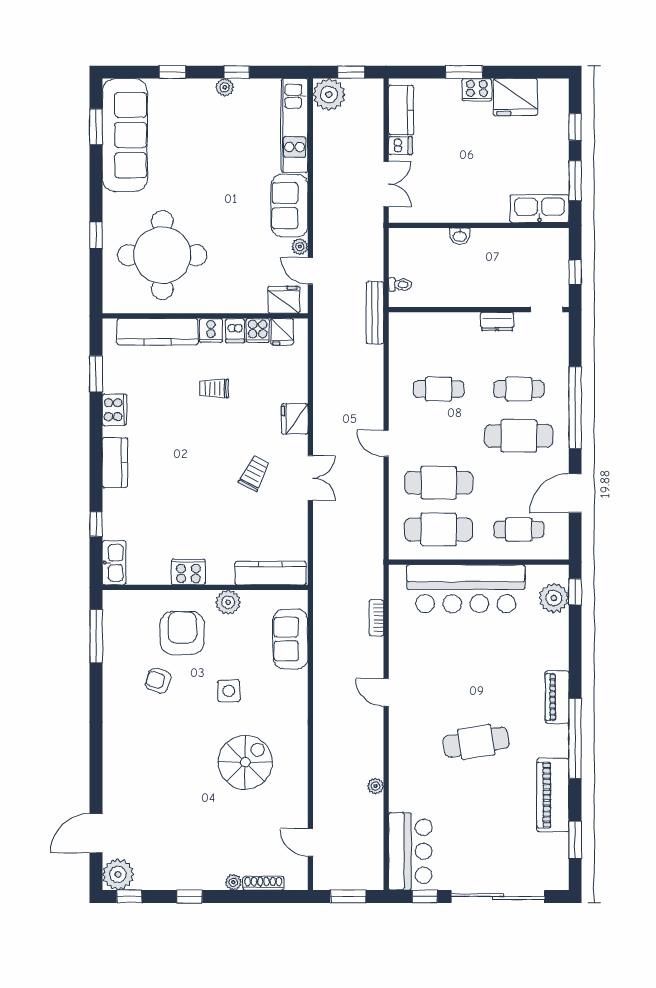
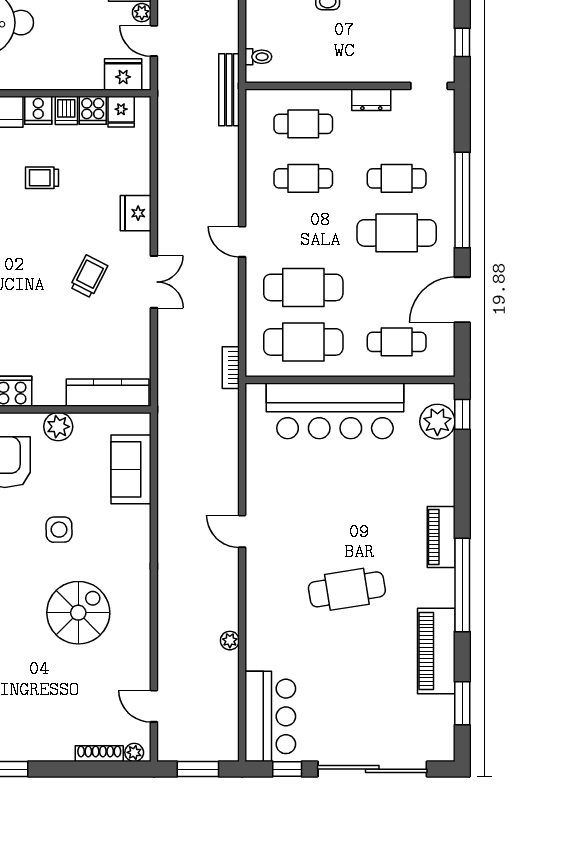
cafe table: (439, 342) -> (303, 124), added
bookcase: (376, 618) -> (231, 368), moved
plant: (233, 882) -> (134, 752), moved

